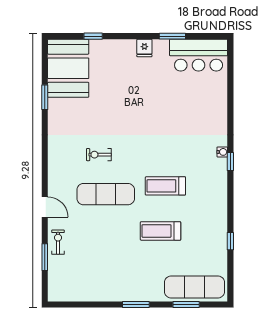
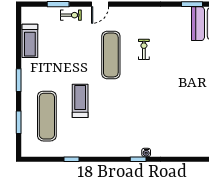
treadmill: (165, 186) -> (30, 41), moved, turned 180
exercise mat: (195, 287) -> (47, 116), moved

